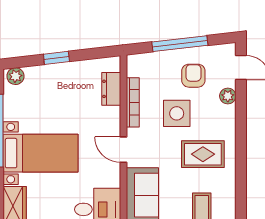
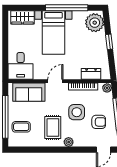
plant: (135, 62) -> (107, 88), added
plant: (15, 76) -> (95, 23), width x1.87, depth x1.87
plant: (228, 96) -> (69, 142), moved

